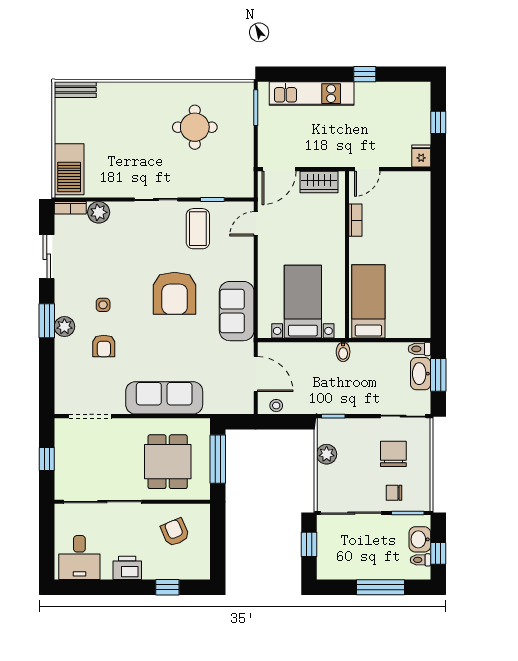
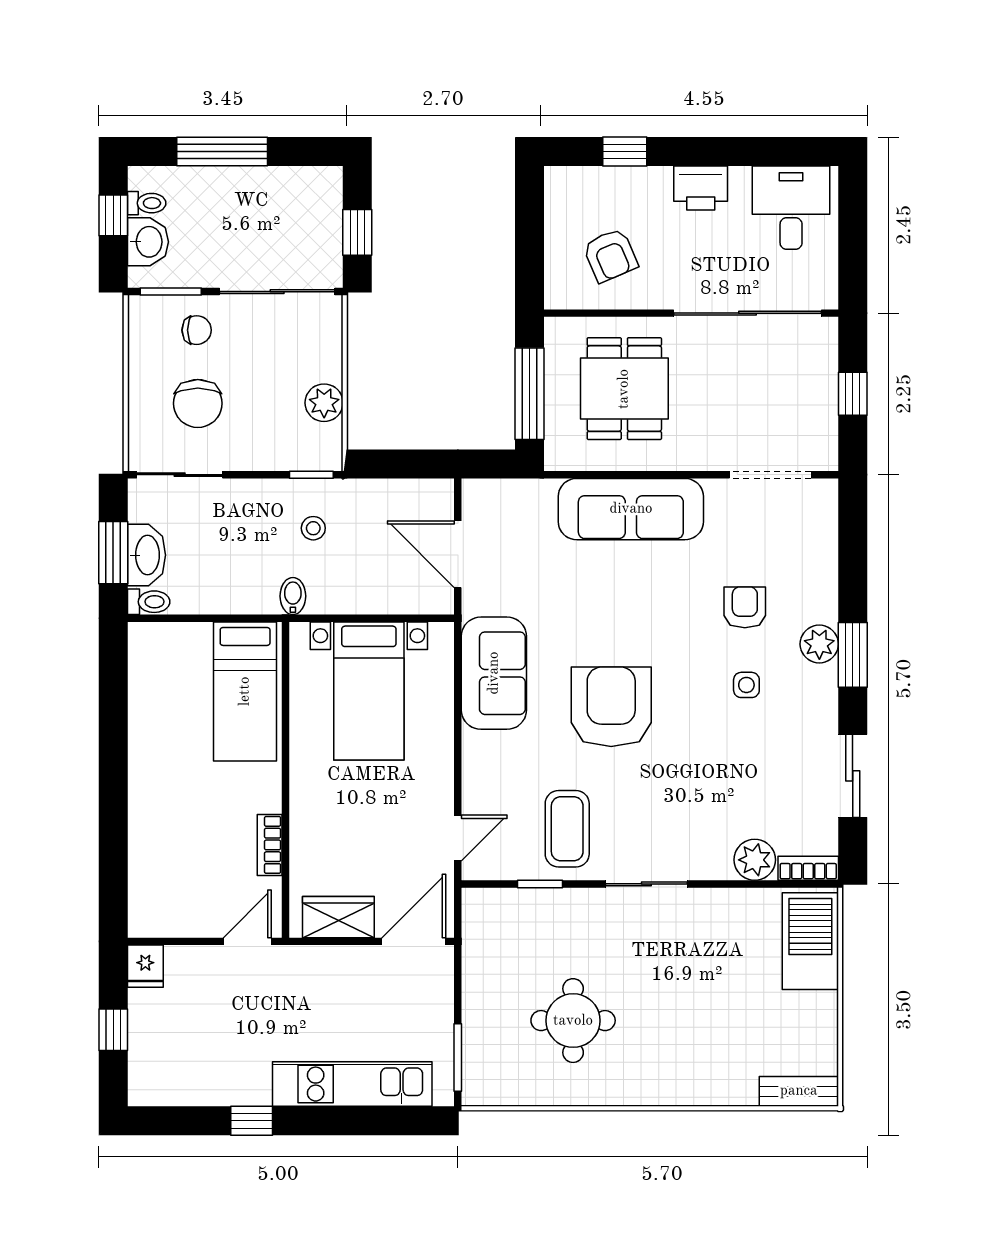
stool: (276, 406) -> (313, 528), moved

